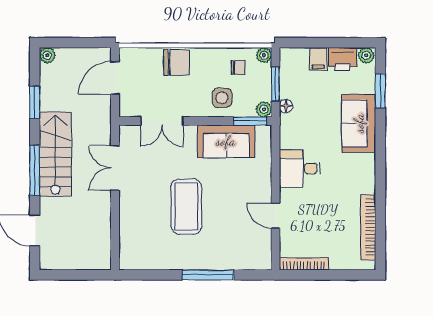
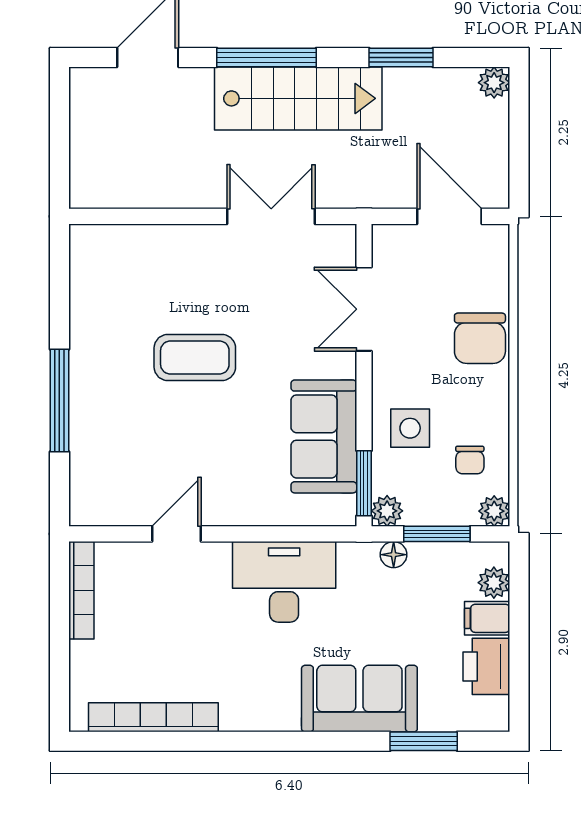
plant: (366, 55) -> (494, 583), moved
desk: (300, 168) -> (284, 582), width x1.37
coffee table: (186, 207) -> (195, 358), width x0.73, depth x0.76

